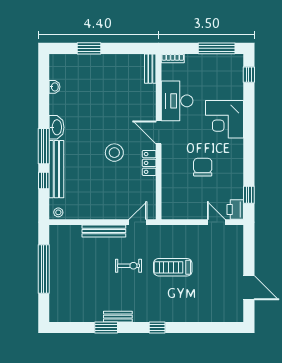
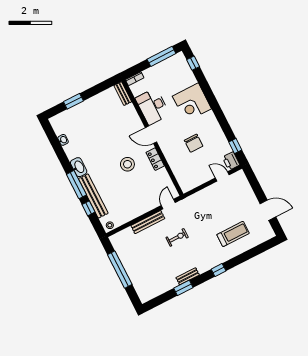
chair: (203, 167) -> (194, 143), turned 180
treadmill: (173, 267) -> (233, 234), moved, turned 180

